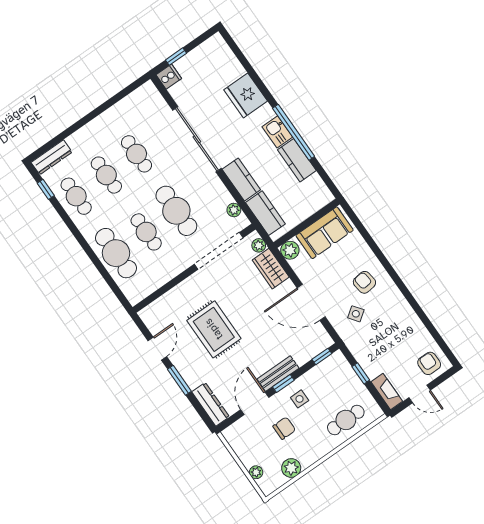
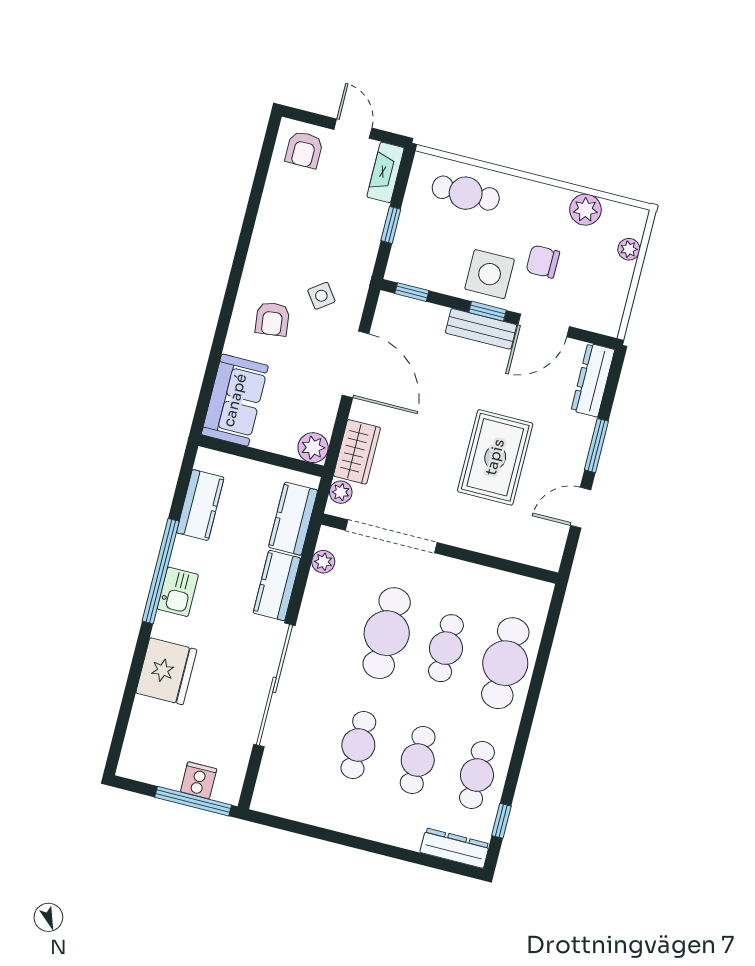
window: (176, 57) -> (193, 801), width x2.17
cooker: (169, 77) -> (199, 780), moved, turned 90
kitchen counter: (297, 160) -> (200, 505), moved
sofa: (325, 233) -> (235, 400), moved, turned 90
side table: (300, 399) -> (490, 274), width x1.87, depth x1.87

